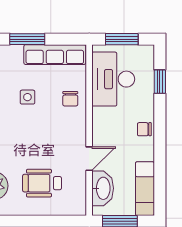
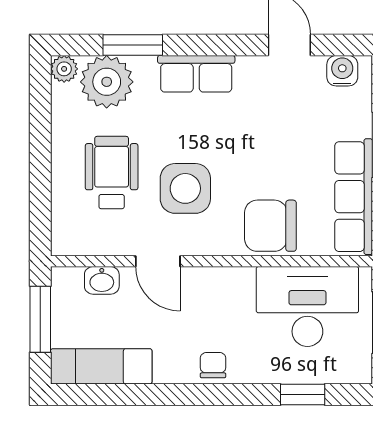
side table: (27, 97) -> (185, 188), moved, width x1.87, depth x1.87
chair: (70, 99) -> (270, 226), width x1.87, depth x1.87
washbasin: (103, 188) -> (102, 280), width x0.52, depth x0.69

